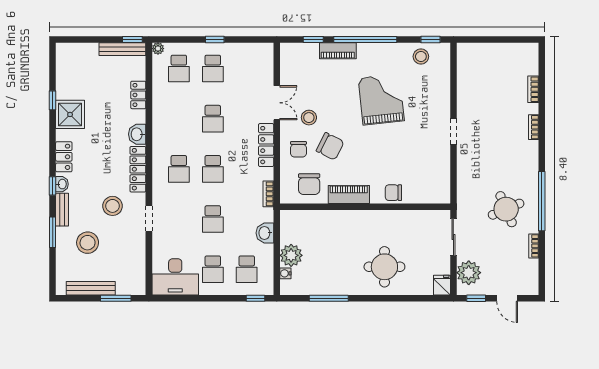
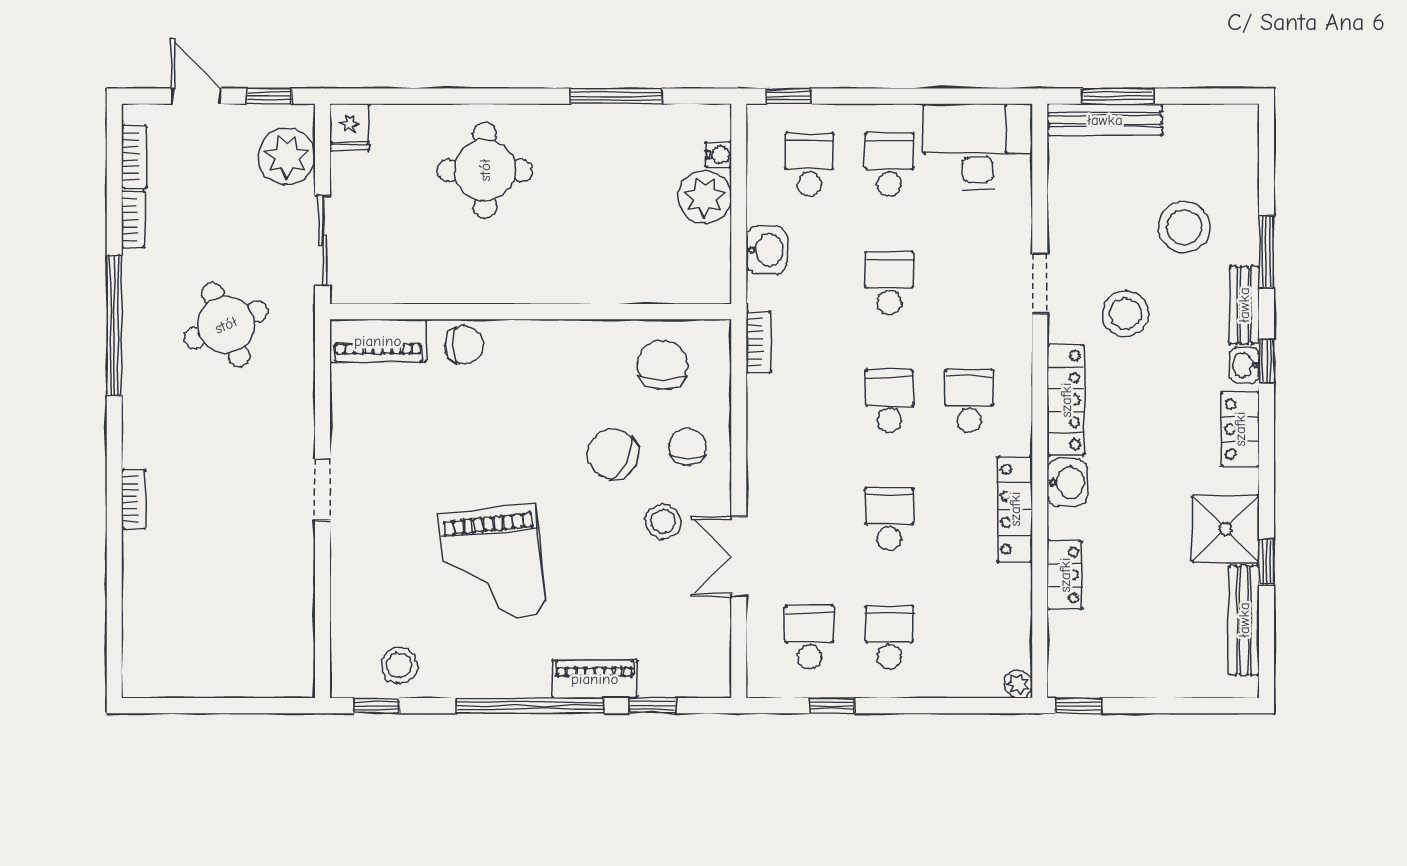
window: (215, 39) -> (832, 706), moved
bench: (122, 49) -> (1244, 620), moved, turned 90
school desk: (179, 68) -> (809, 637), moved
bookcase: (533, 89) -> (134, 156), moved
locker: (266, 145) -> (1015, 509), moved, turned 180
piano: (349, 194) -> (378, 341), moved
round table: (506, 209) -> (226, 325), moved
bench: (91, 288) -> (1105, 120), moved

